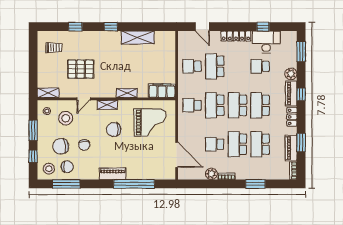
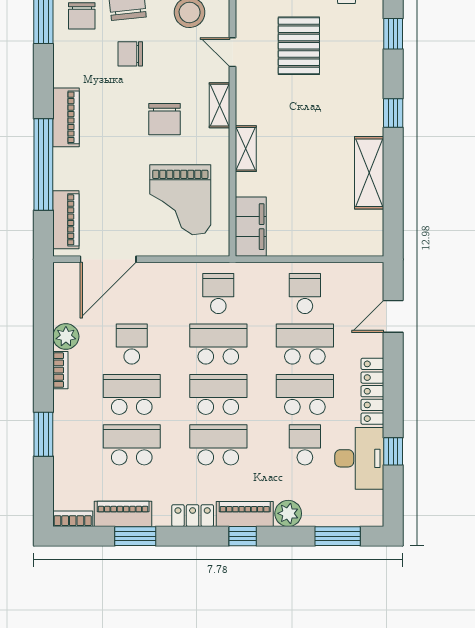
school desk: (237, 66) -> (305, 394), added
chair: (114, 129) -> (165, 119), turned 180
piano: (159, 174) -> (66, 220), added

